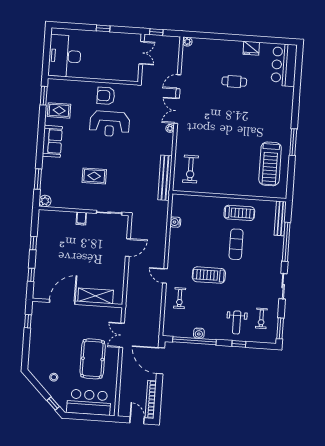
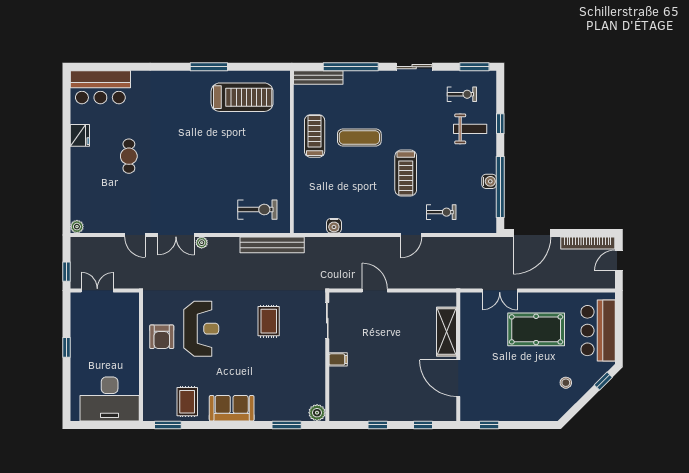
rug: (94, 176) -> (269, 321), moved

